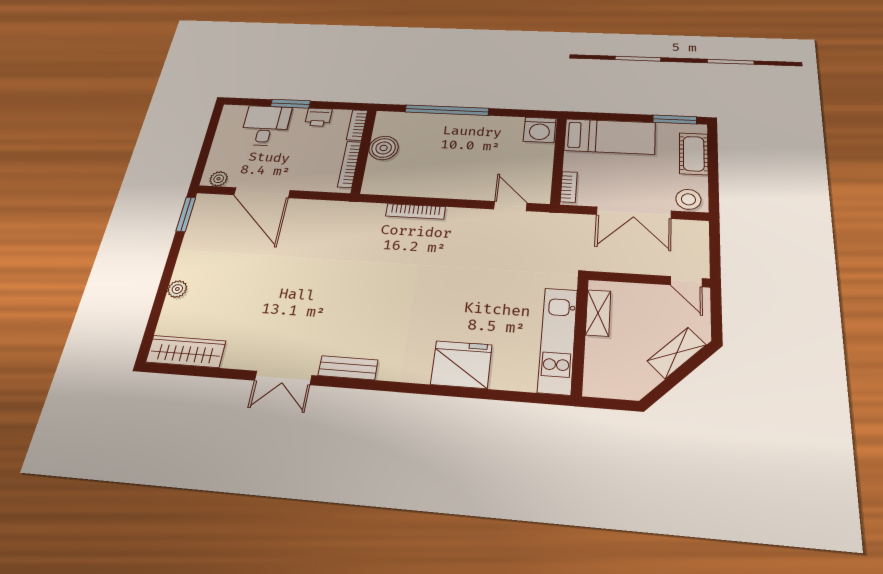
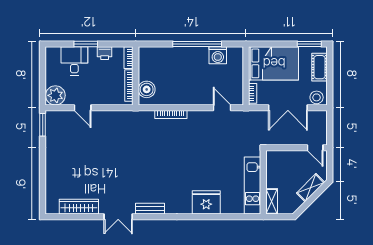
window: (447, 110) -> (197, 44), moved
washing machine: (540, 130) -> (218, 55), moved
bed: (610, 136) -> (274, 63), width x1.50
boiler: (384, 148) -> (147, 89), moved
plant: (219, 179) -> (55, 95), width x1.88, depth x1.88
door: (262, 193) -> (83, 108), width x0.53
plant: (177, 289) -> (50, 171), removed
shelving: (598, 313) -> (272, 201), moved
wardrobe: (186, 351) -> (79, 207), moved

